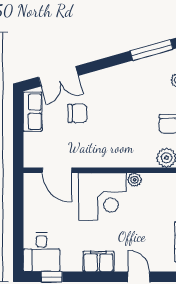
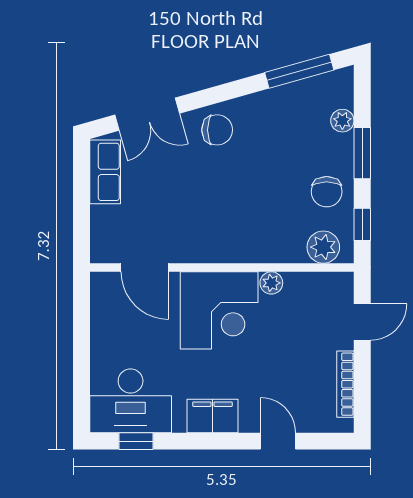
chair: (78, 113) -> (217, 130), moved
desk: (41, 252) -> (131, 401), width x1.37

